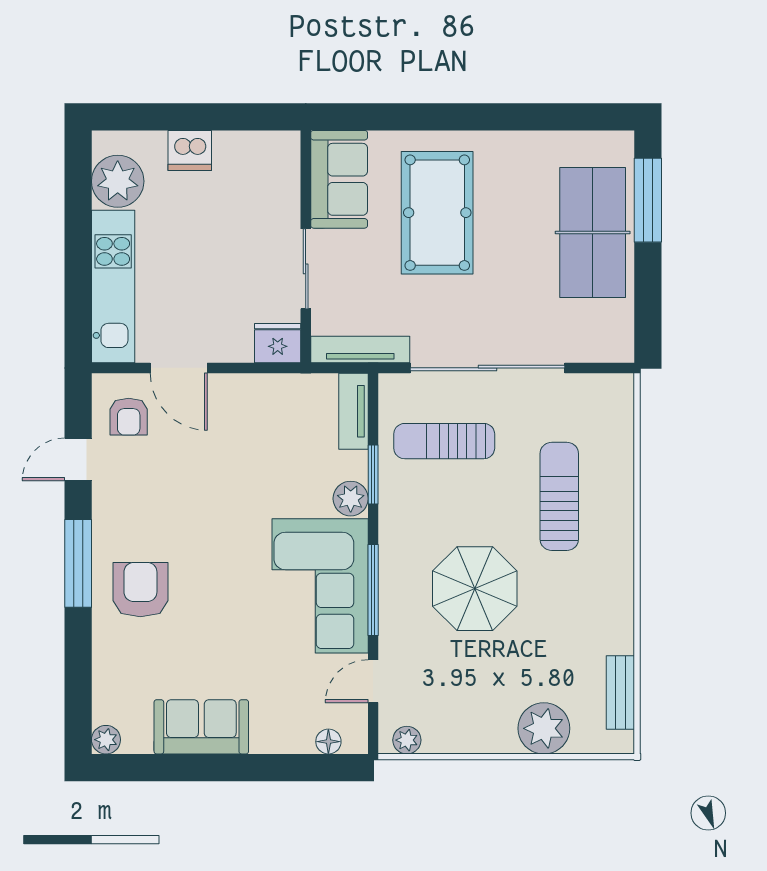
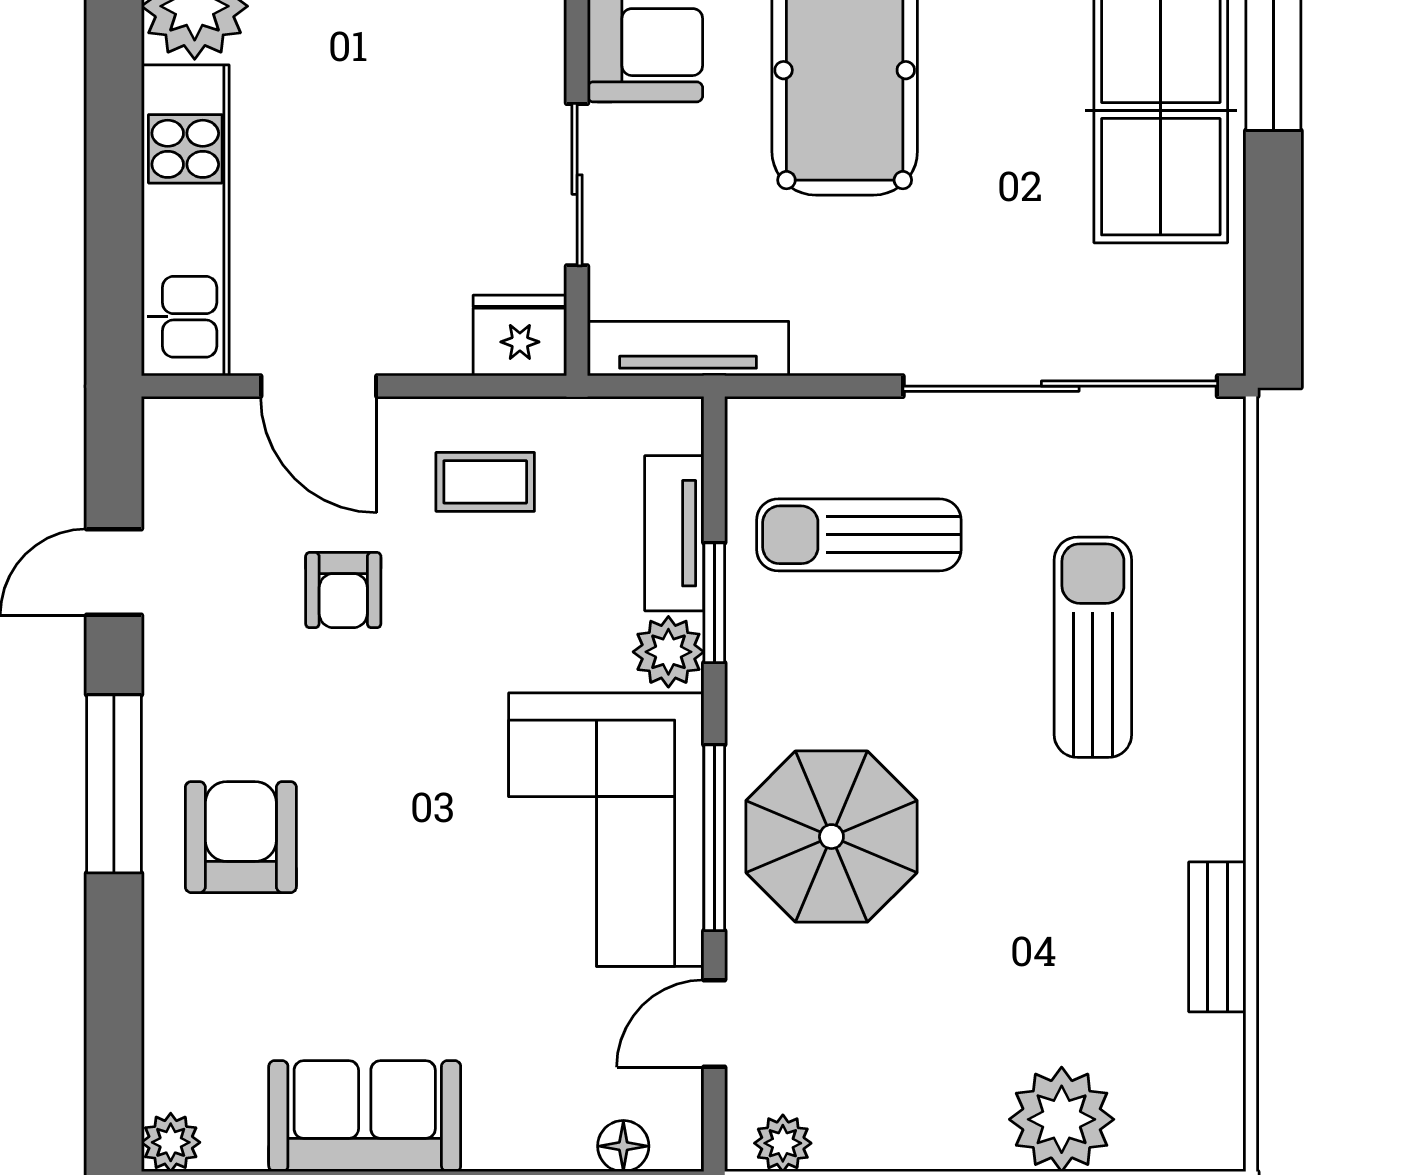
sliding door: (488, 368) -> (1060, 386), moved
tv unit: (354, 411) -> (674, 533), moved
coffee table: (261, 415) -> (485, 482), added
armchair: (129, 417) -> (343, 590), moved
parasol: (475, 589) -> (831, 837), moved
bench: (620, 693) -> (1217, 937), moved

